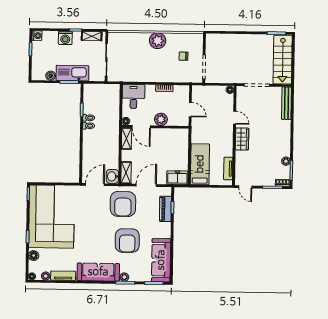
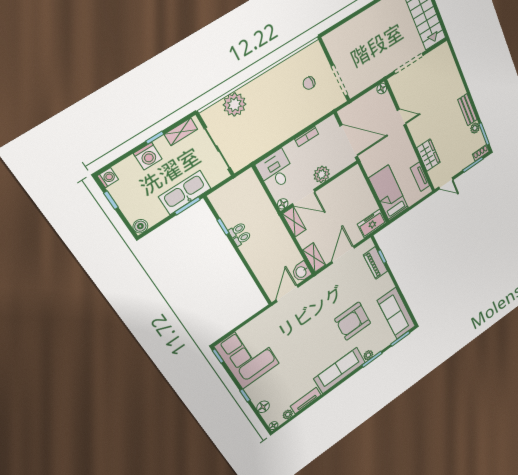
plant: (158, 41) -> (235, 105), moved
boiler: (51, 76) -> (140, 226), moved
bench: (287, 103) -> (467, 110), moved, width x0.73
door: (190, 110) -> (349, 141), width x1.87
wardrobe: (242, 139) -> (429, 155), moved
armchair: (123, 204) -> (329, 290), removed
corner sofa: (52, 217) -> (247, 355), width x0.73, depth x0.74
armchair: (127, 241) -> (353, 321), turned 90

